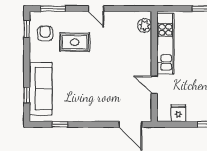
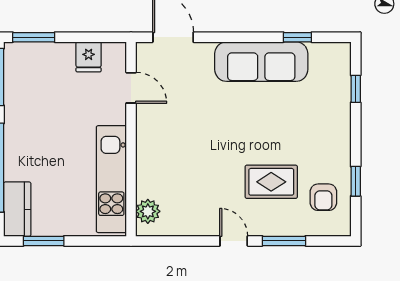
window: (53, 9) -> (284, 241), moved
window: (27, 29) -> (356, 181), moved
door: (154, 85) -> (131, 88), moved
sofa: (41, 89) -> (261, 62), moved, turned -90

